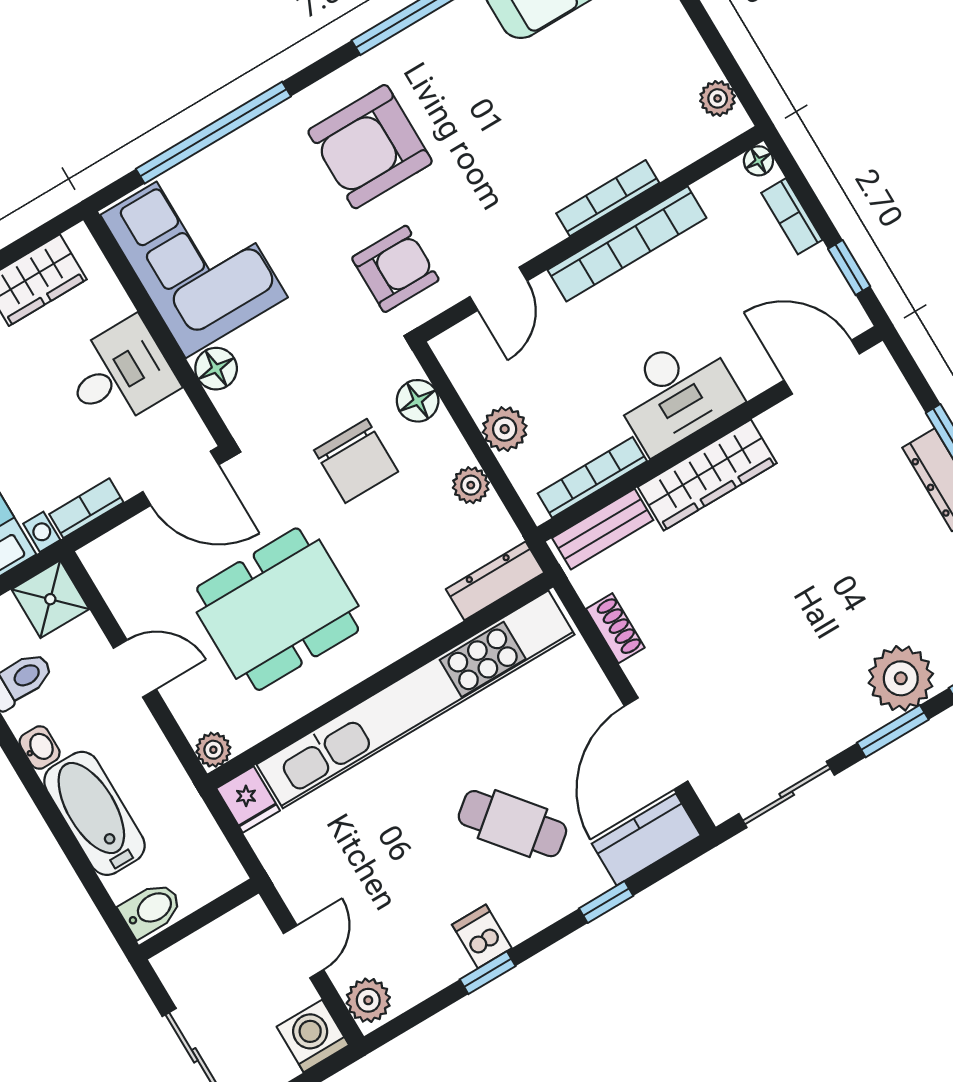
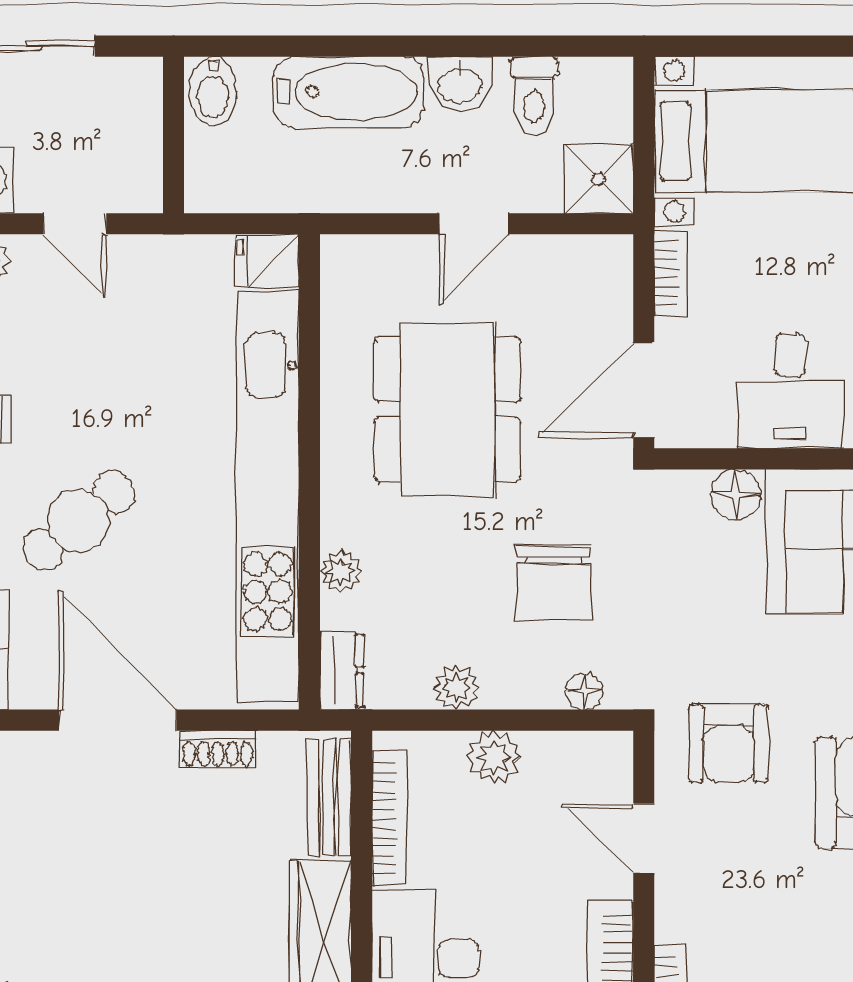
floor lamp: (418, 401) -> (584, 691), width x0.73, depth x0.73
chair: (356, 461) -> (553, 583), turned -90
dresser: (495, 581) -> (342, 670), width x0.70
door: (656, 744) -> (118, 720), moved
washbasin: (40, 747) -> (460, 84), width x1.38, depth x1.45
plant: (213, 750) -> (341, 572), moved

